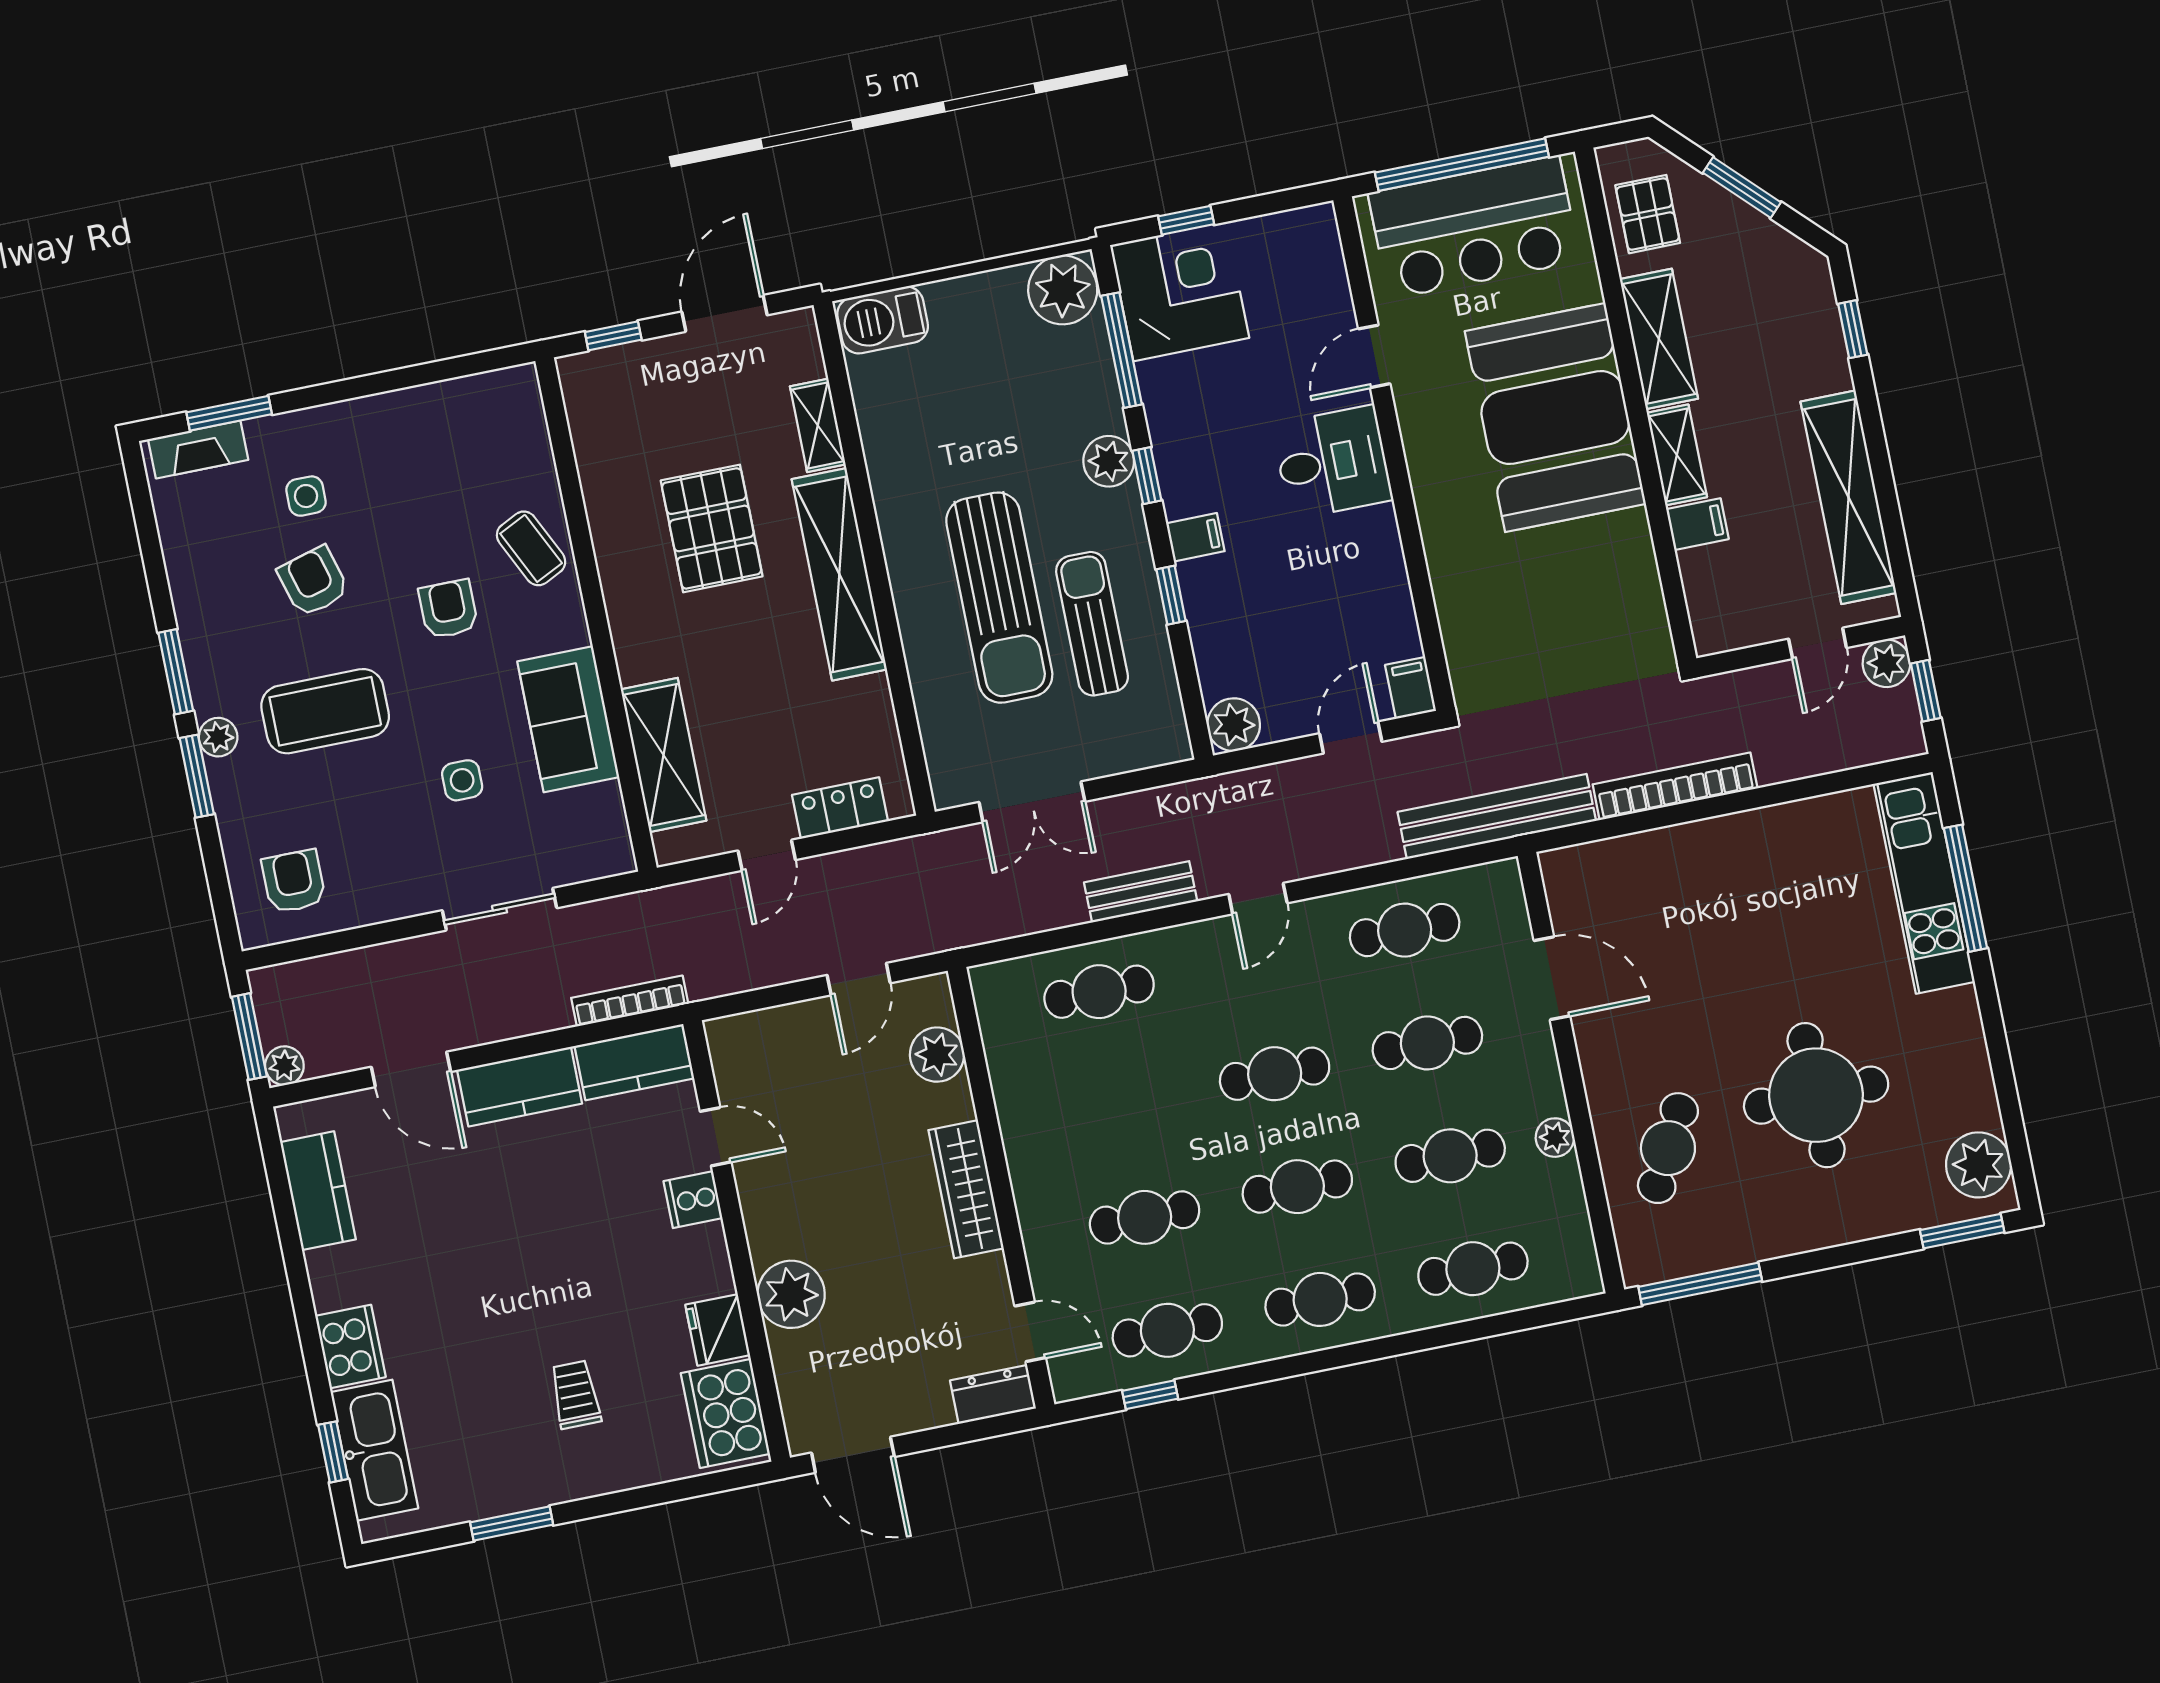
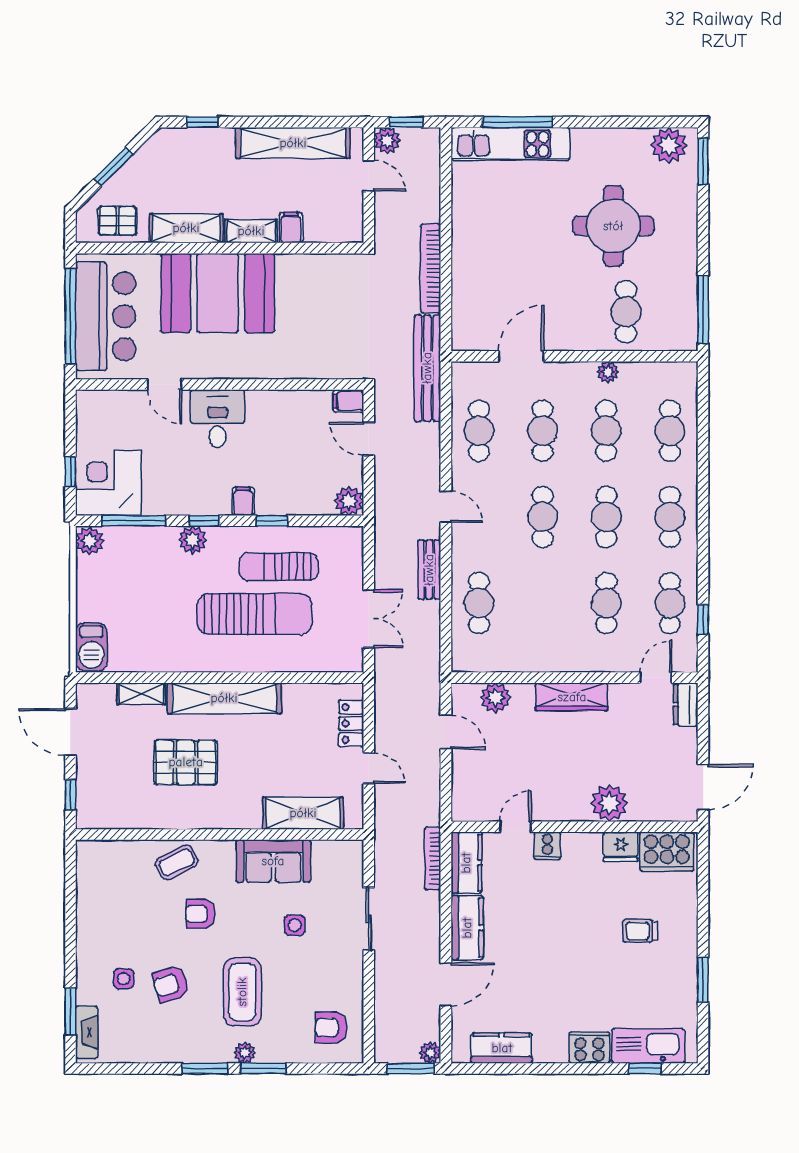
plant: (1063, 290) -> (90, 541), width x0.73, depth x0.73
cafe table: (1668, 1148) -> (626, 312), turned 62

